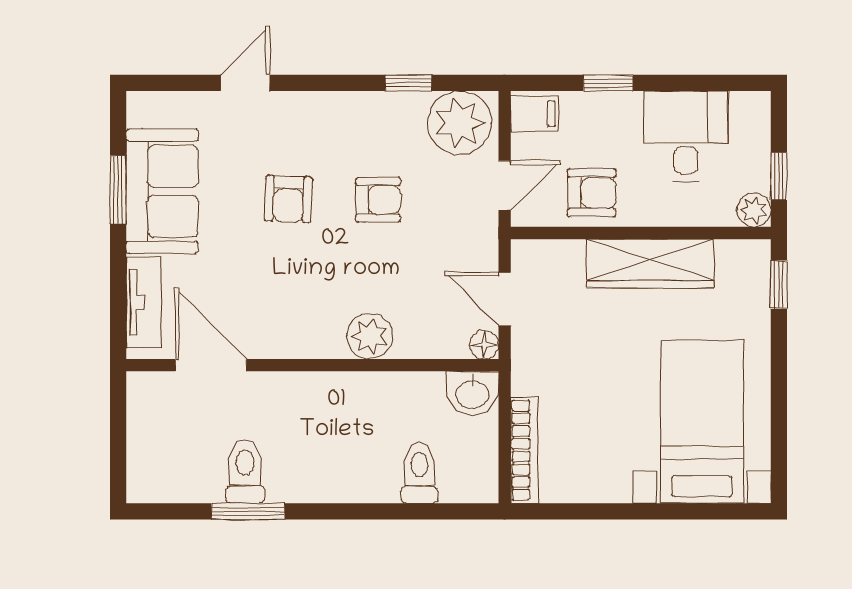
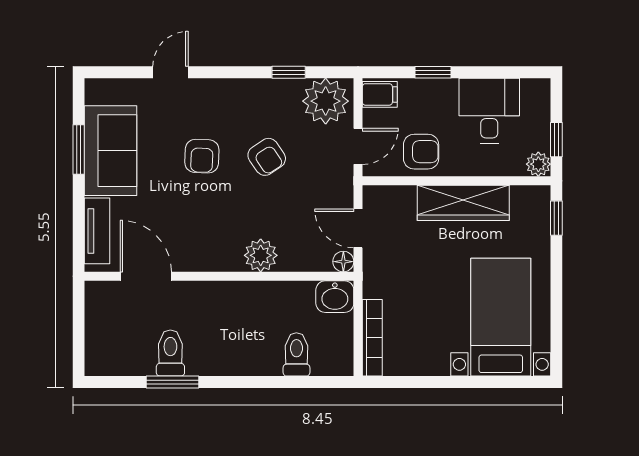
armchair: (378, 200) -> (267, 157), turned 56

